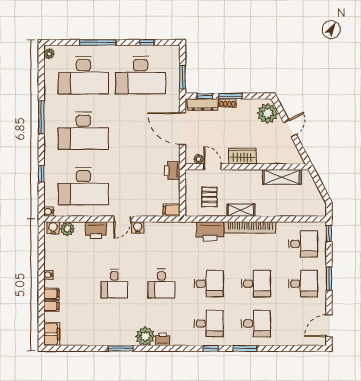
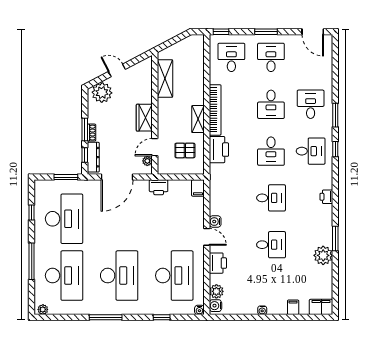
desk: (209, 284) -> (271, 151), turned 180
desk: (256, 284) -> (271, 104), turned 180
filing cabinet: (51, 294) -> (281, 307), removed
desk: (209, 324) -> (311, 151), turned 90
plant: (145, 336) -> (323, 255), moved

